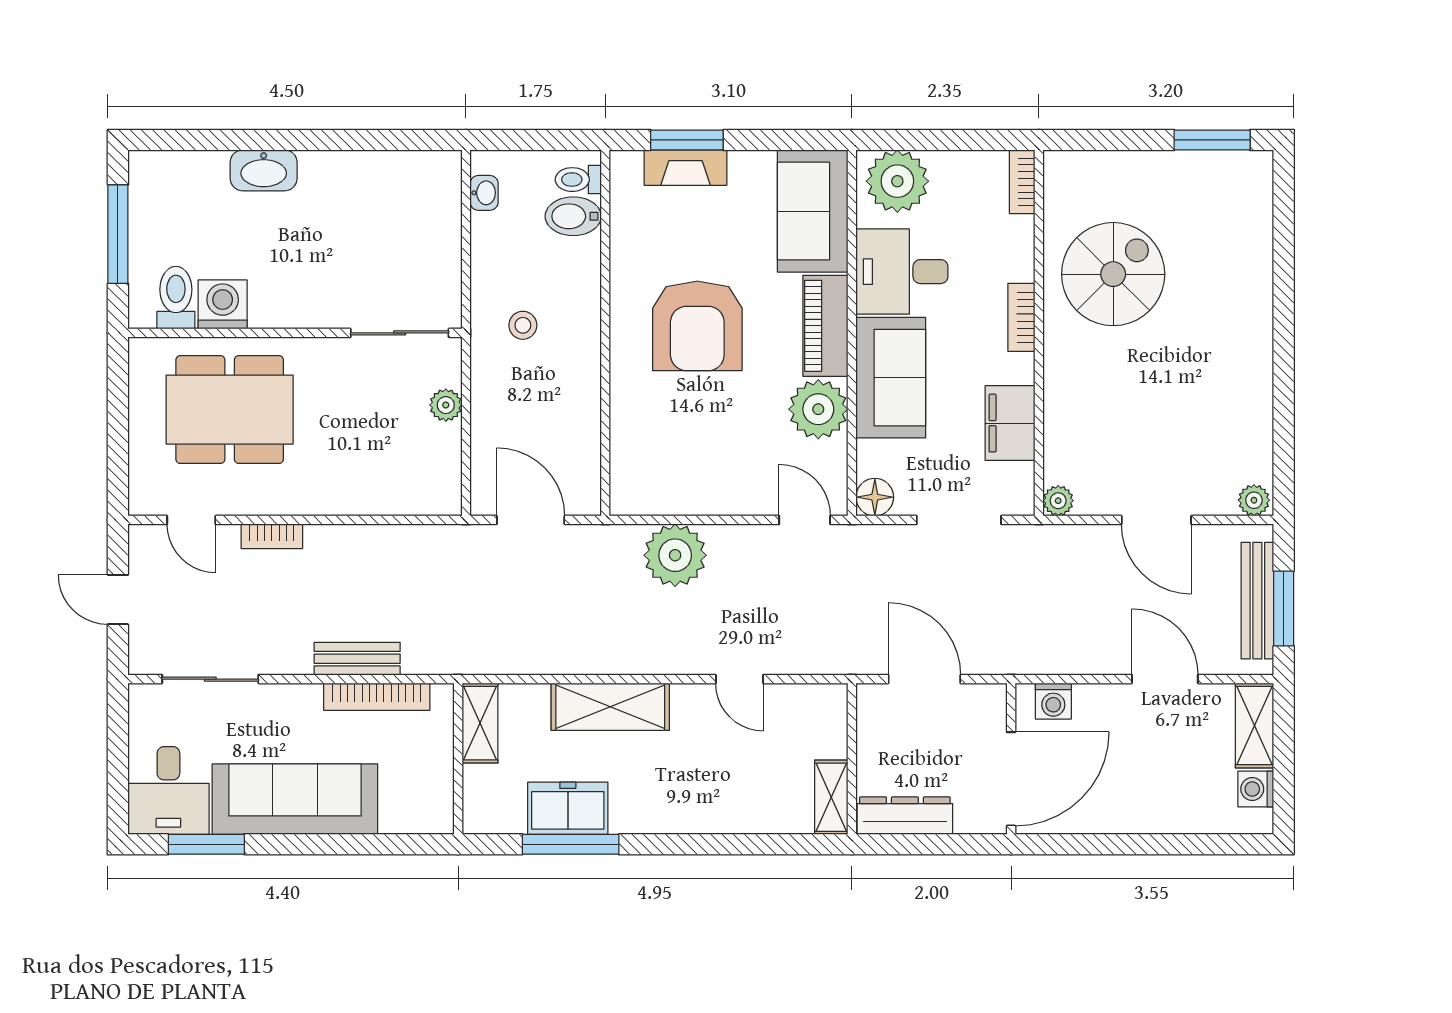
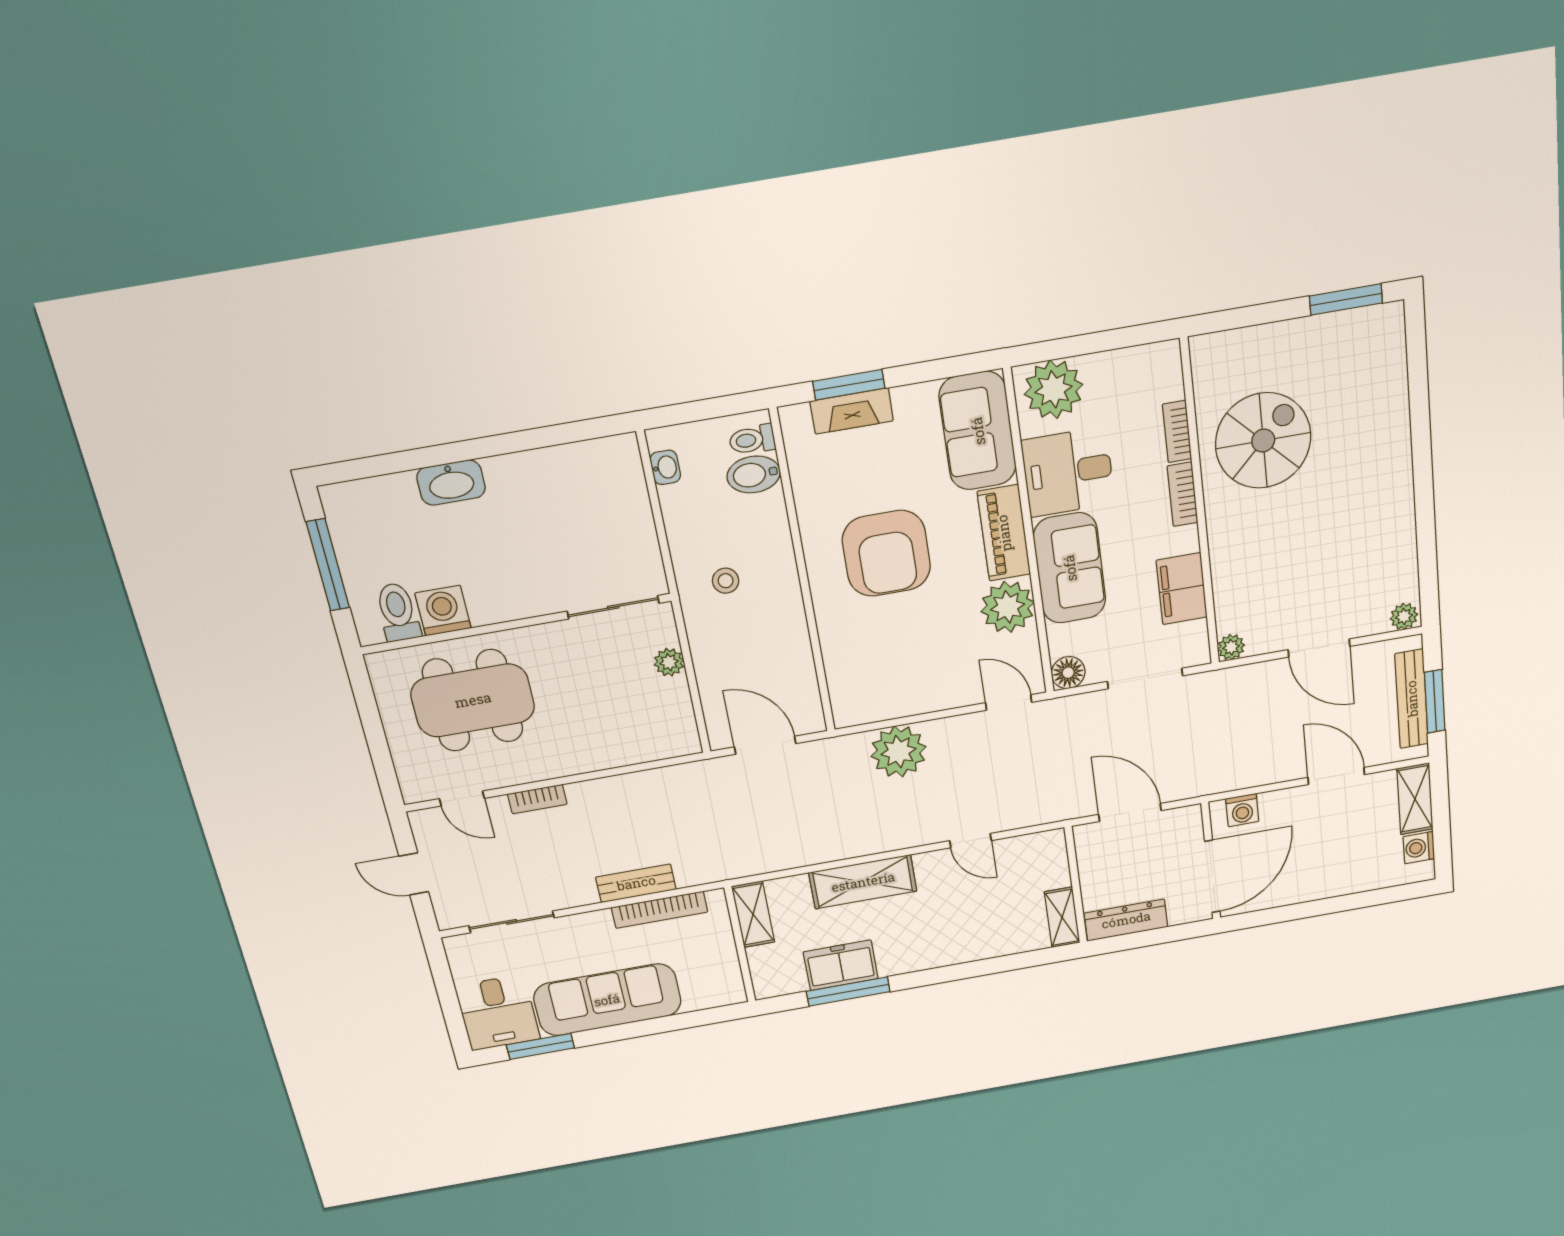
bookcase: (1022, 182) -> (1177, 432), moved

